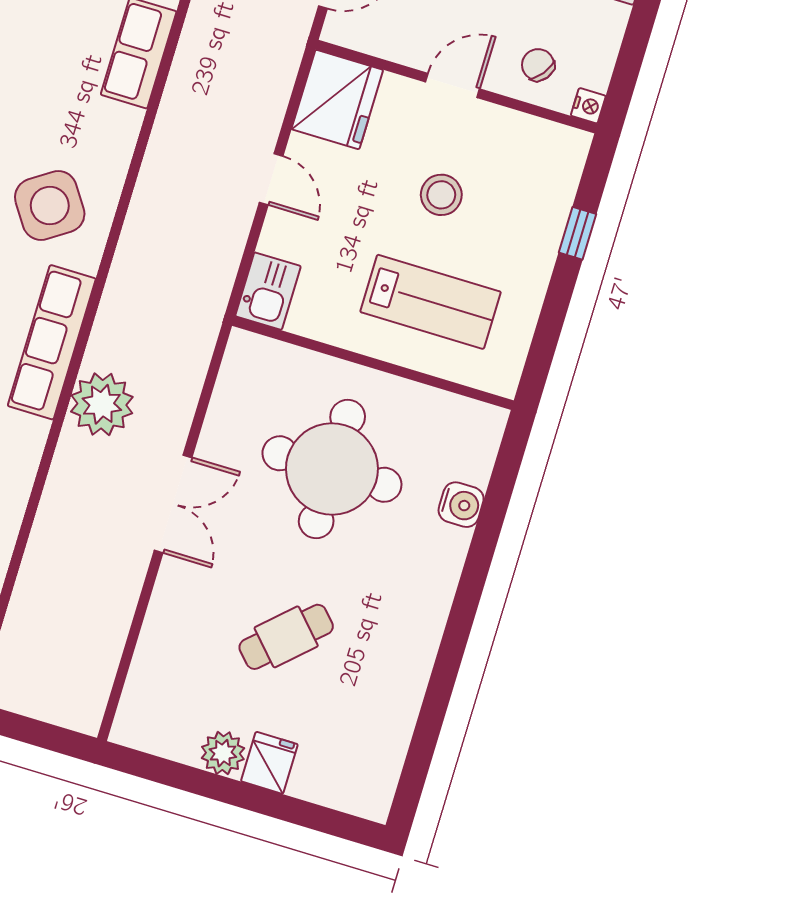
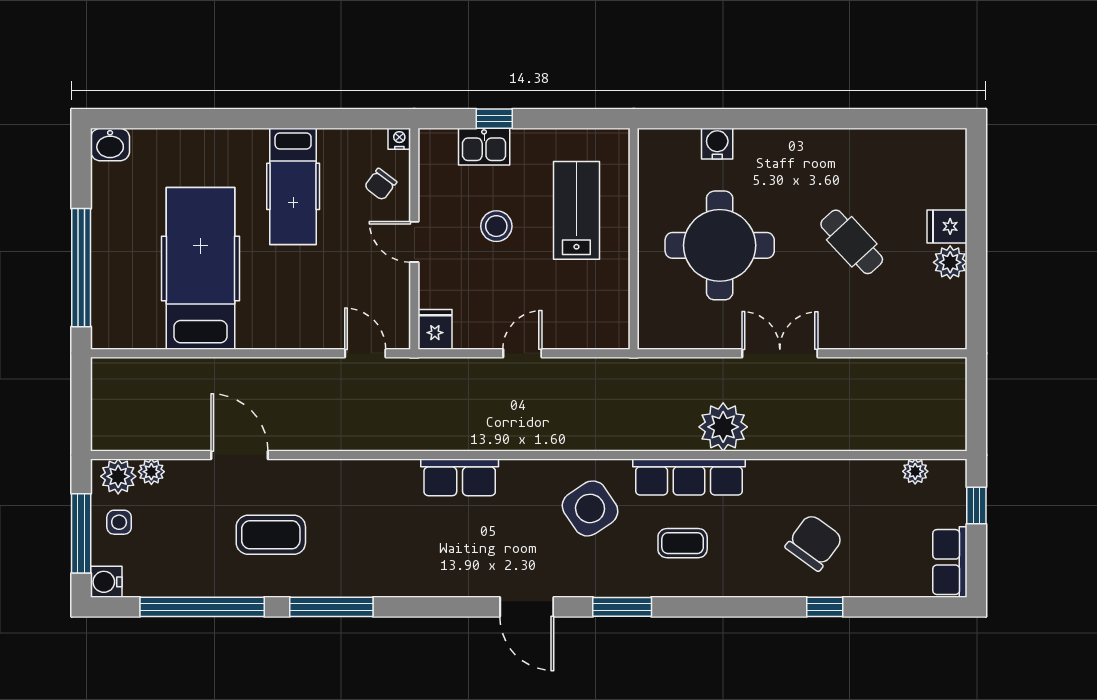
fridge: (337, 100) -> (435, 329), width x0.53, depth x0.75
kitchen sink: (268, 291) -> (484, 147), moved, turned 180

